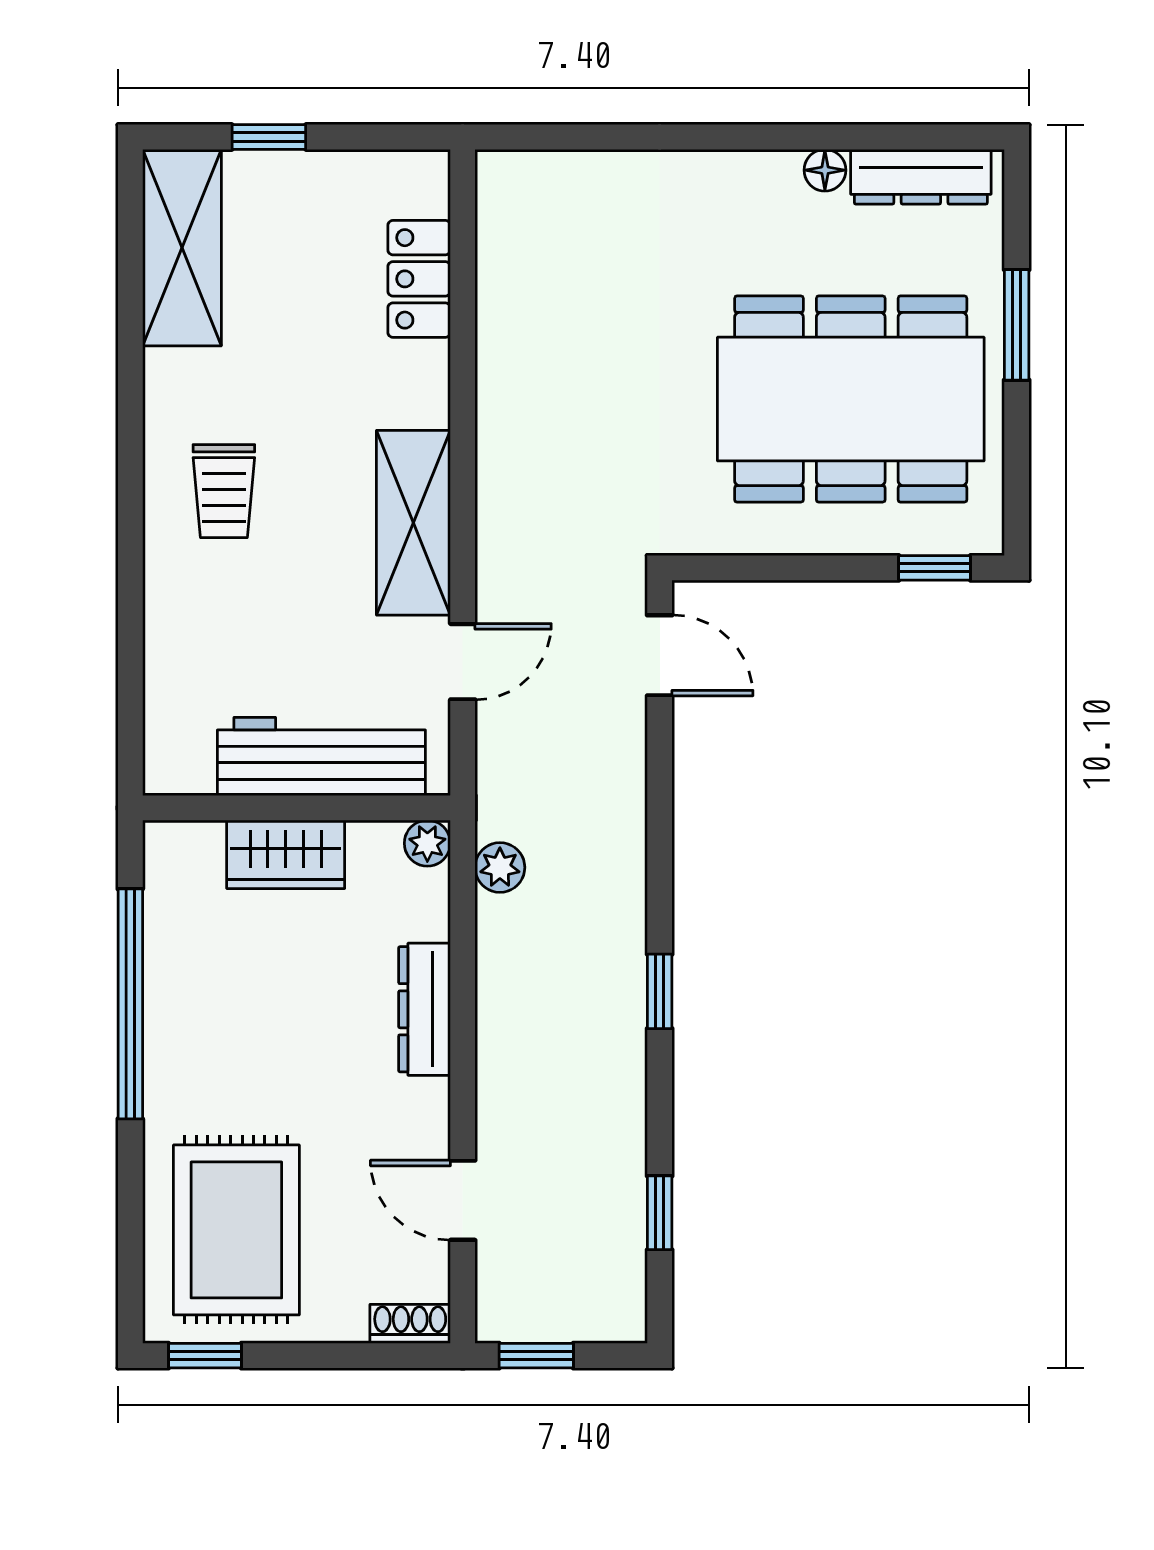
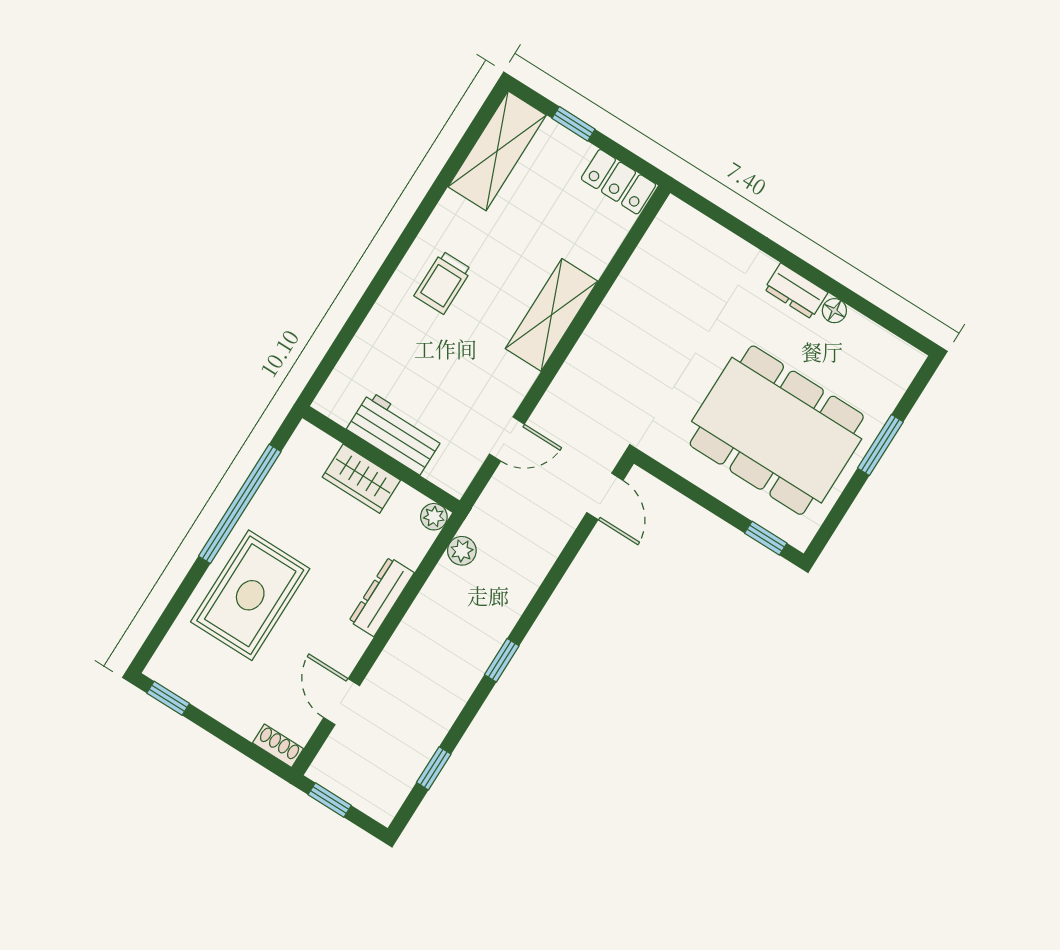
dresser: (921, 177) -> (796, 291), moved, width x0.70
locker: (419, 279) -> (618, 182), moved, turned -90
shelving: (413, 523) -> (551, 315), moved
workbench: (321, 756) -> (395, 433), width x0.73
rug: (236, 1230) -> (250, 595), moved

